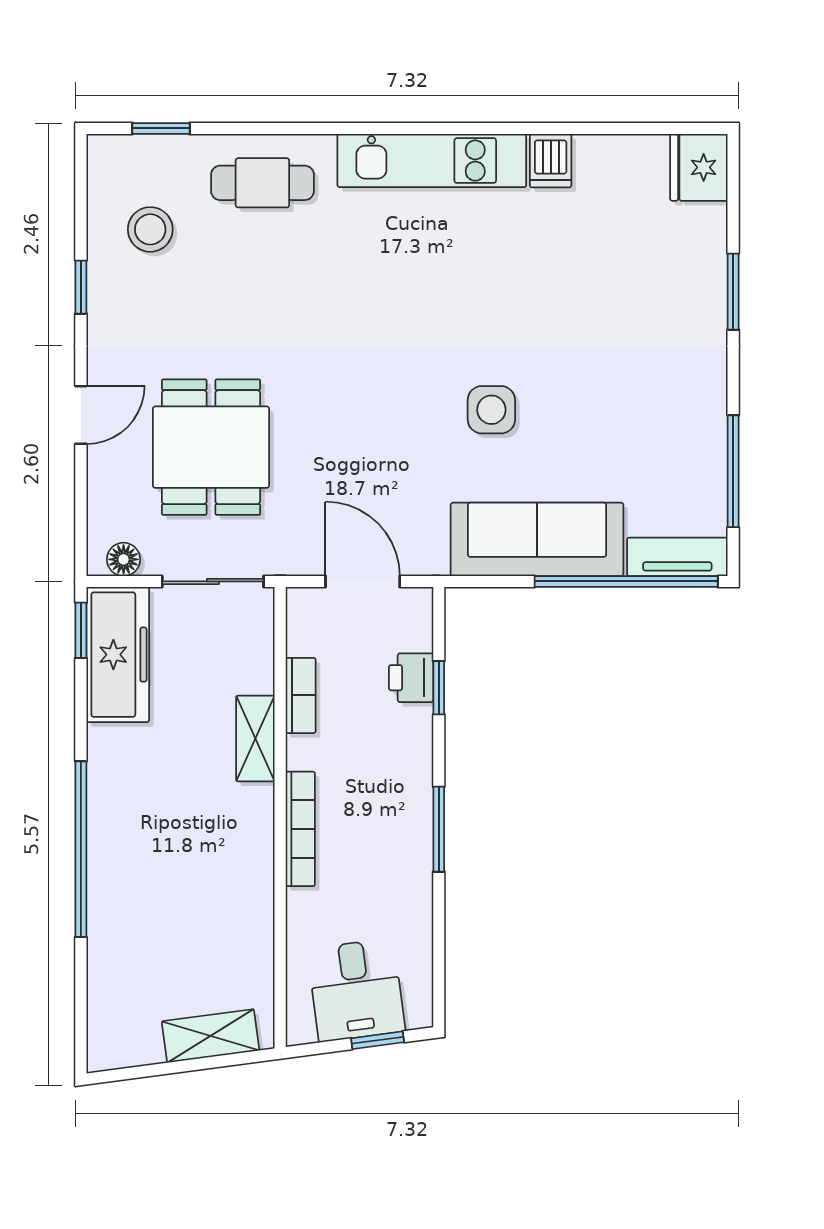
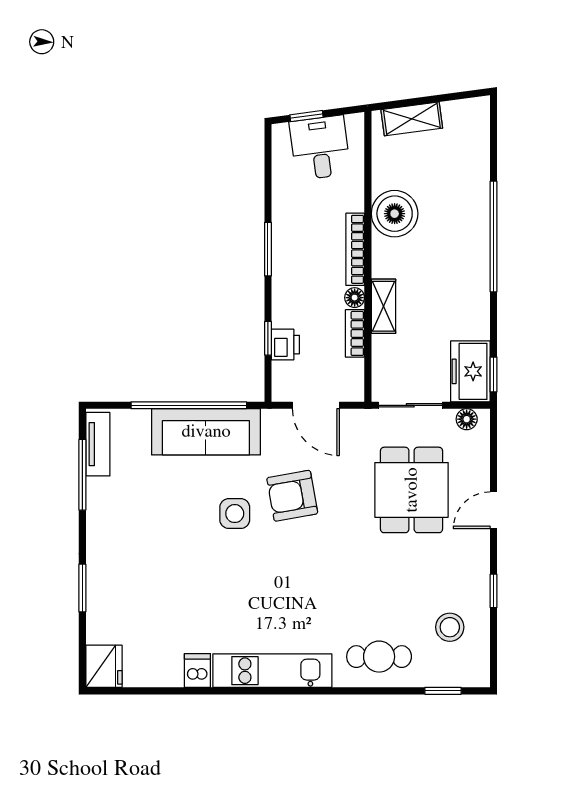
armchair: (400, 438) -> (292, 496), added
tv unit: (677, 557) -> (98, 444), moved, turned -90
window: (626, 581) -> (189, 405), moved
freezer: (118, 655) -> (470, 371), width x0.71
floor lamp: (301, 752) -> (355, 298), added
boiler: (238, 885) -> (395, 214), added

